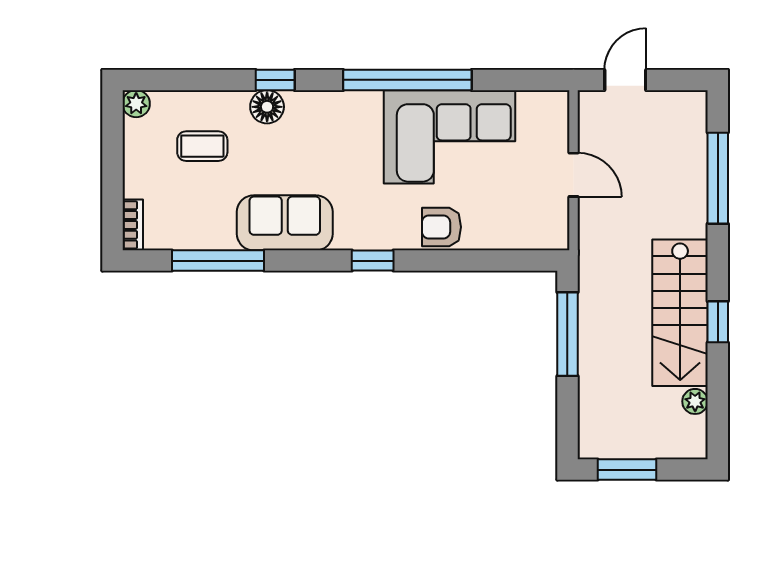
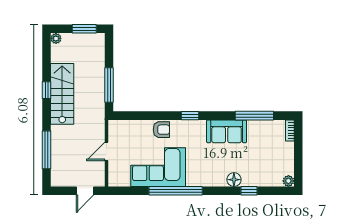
window: (275, 80) -> (249, 191), moved
coffee table: (202, 146) -> (261, 163), removed
door: (574, 175) -> (106, 151), hinge flipped
plant: (695, 401) -> (56, 38), moved

